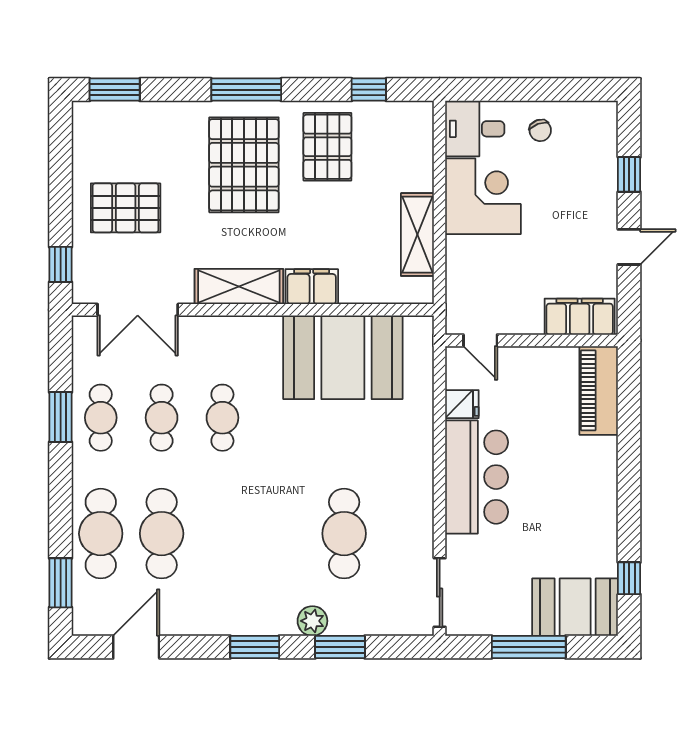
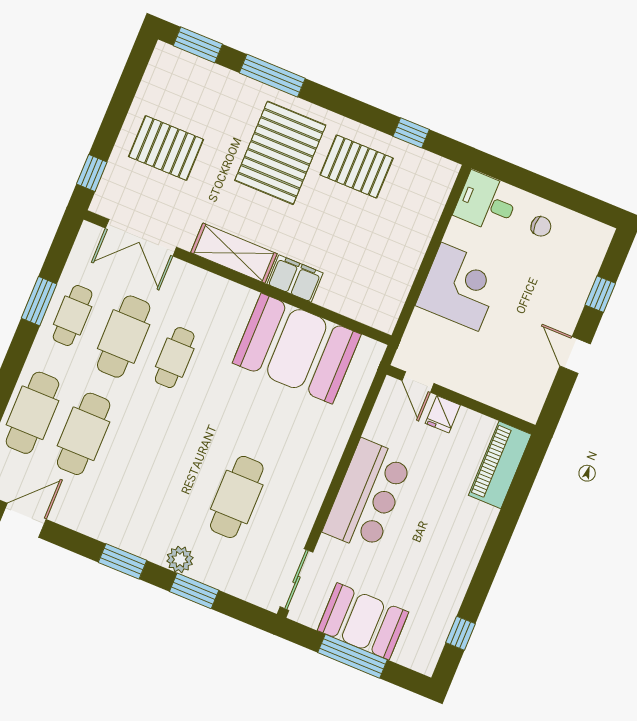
window: (246, 90) -> (272, 76), moved
chair: (540, 130) -> (541, 226), turned -70
pallet: (327, 147) -> (357, 167), turned 90
corner desk: (483, 196) -> (460, 287), moved
shelving: (417, 235) -> (402, 271), removed
door: (629, 247) -> (575, 355), swing flipped
filing cabinet: (580, 317) -> (510, 396), removed
fridge: (462, 404) -> (443, 414), moved, turned 90
cafe table: (162, 418) -> (124, 337), width x1.37, depth x1.35
booth: (575, 607) -> (363, 621), moved

